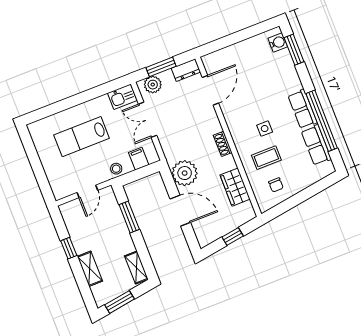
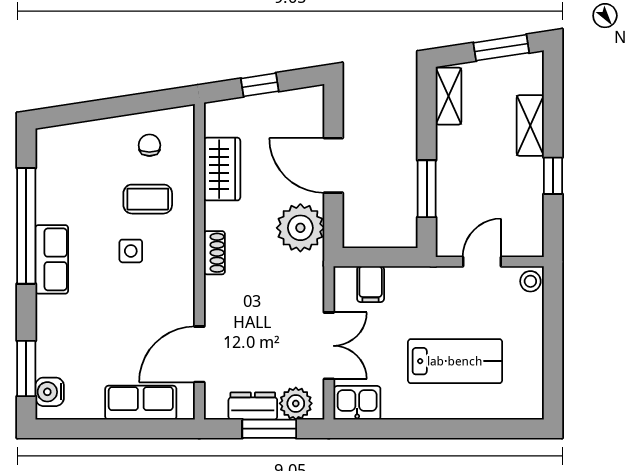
dresser: (186, 70) -> (253, 406), moved
row of seats: (316, 145) -> (141, 403), moved, turned -90
stool: (116, 169) -> (530, 281), moved

